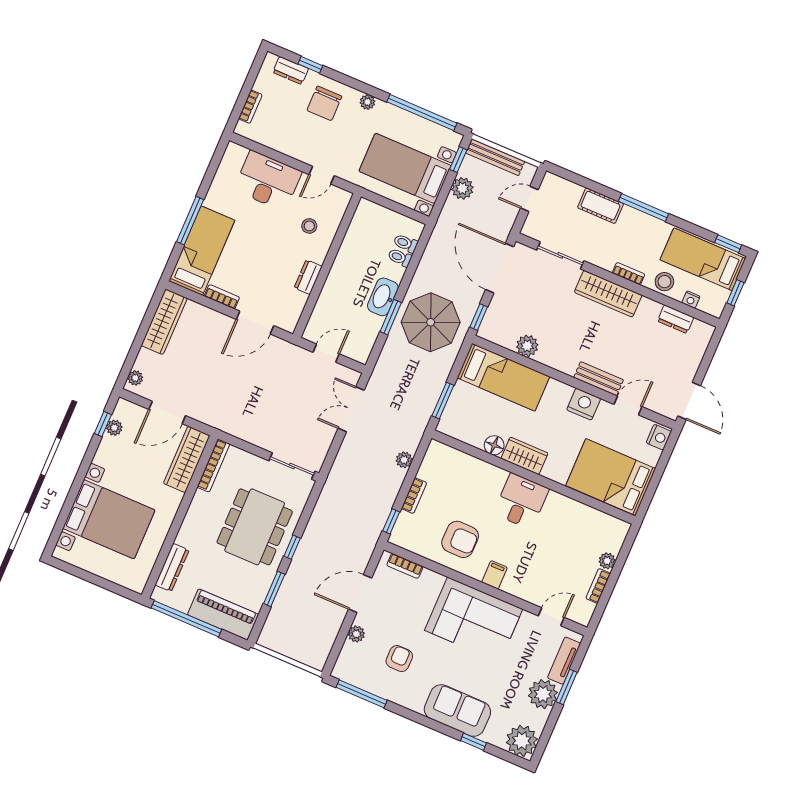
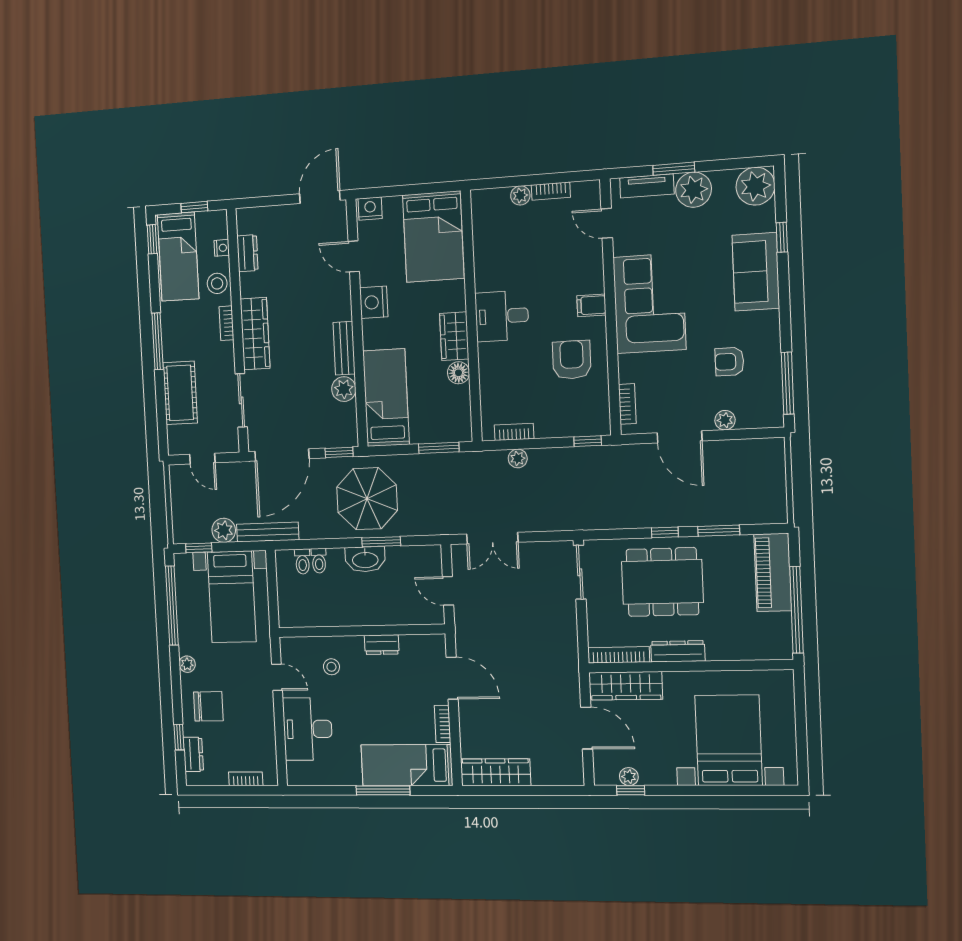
bench: (495, 157) -> (268, 532), moved, turned 90
cot: (601, 206) -> (180, 393), width x1.37, depth x1.34
plant: (135, 378) -> (567, 777), removed
bench: (599, 379) -> (344, 348), moved
bookcase: (414, 496) -> (514, 432), moved
dresser: (172, 567) -> (678, 651), moved

